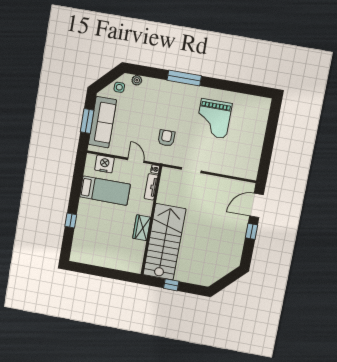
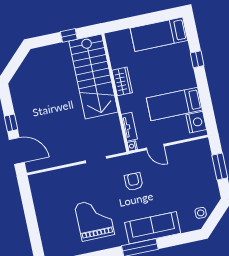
plant: (137, 80) -> (186, 227), removed
sofa: (102, 122) -> (153, 228), moved, turned 90
armchair: (166, 138) -> (134, 182), turned 180
nightstand: (104, 164) -> (196, 122), moved, turned -90
door: (257, 205) -> (17, 151), hinge flipped
bed: (95, 255) -> (159, 34), added

